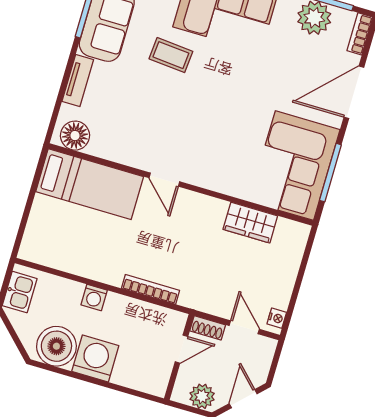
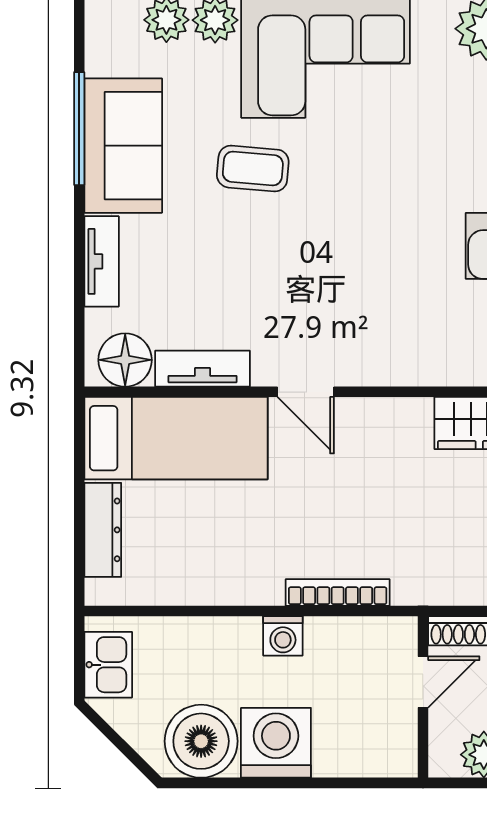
tv unit: (114, 152) -> (203, 369), added
dresser: (37, 221) -> (103, 530), added
washing machine: (94, 297) -> (283, 636), moved

